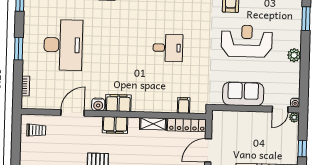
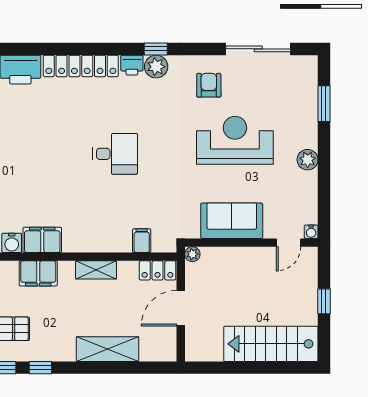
plant: (294, 117) -> (192, 254), moved
locker: (187, 125) -> (157, 270), width x0.66

